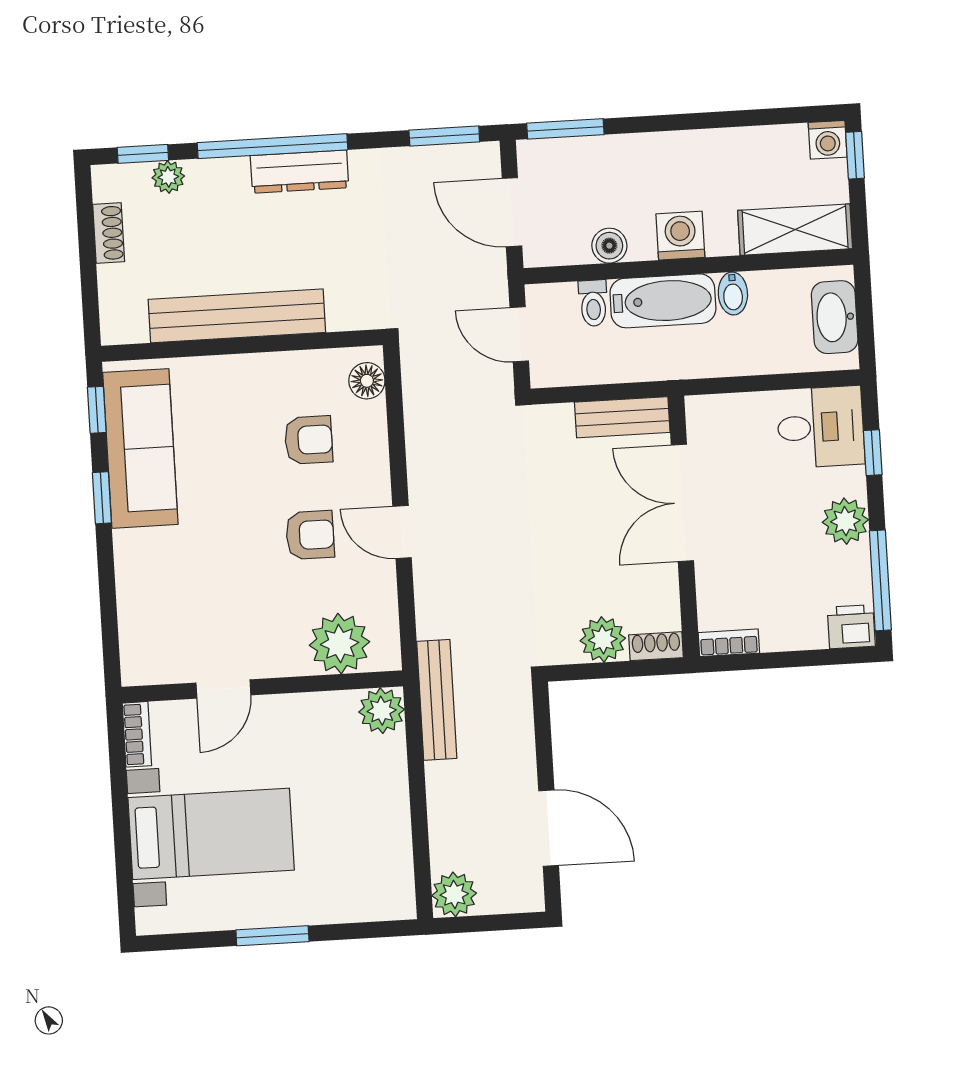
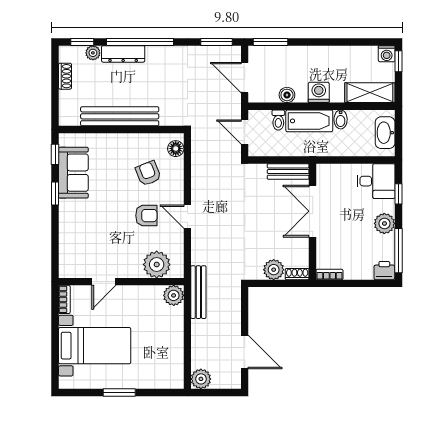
dresser: (299, 172) -> (123, 54), moved
armchair: (309, 440) -> (148, 173), turned -112
sofa: (140, 448) -> (73, 173), width x0.73

